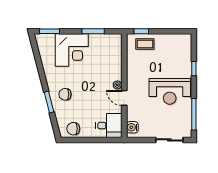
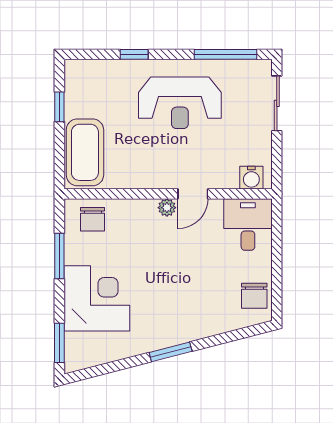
window: (141, 31) -> (59, 107), moved
coffee table: (145, 44) -> (85, 152), width x1.86, depth x1.72
reception desk: (170, 91) -> (180, 103), turned 90
chair: (65, 94) -> (93, 219), moved
window: (49, 102) -> (171, 352), moved

